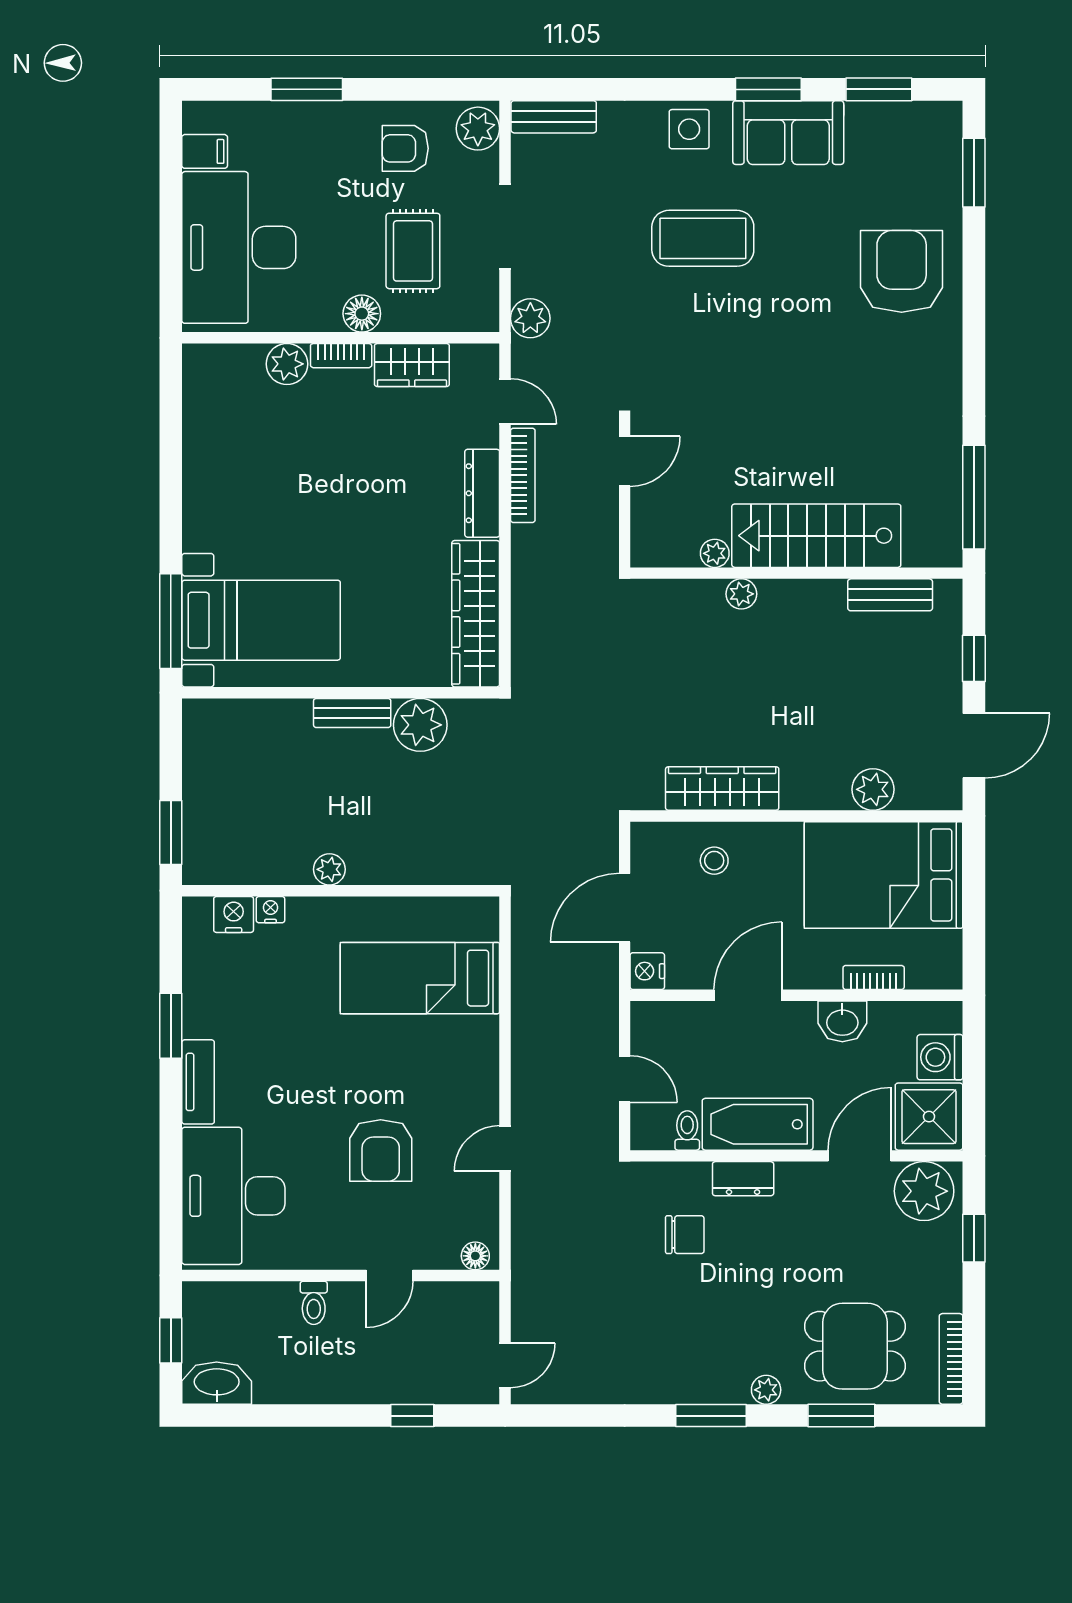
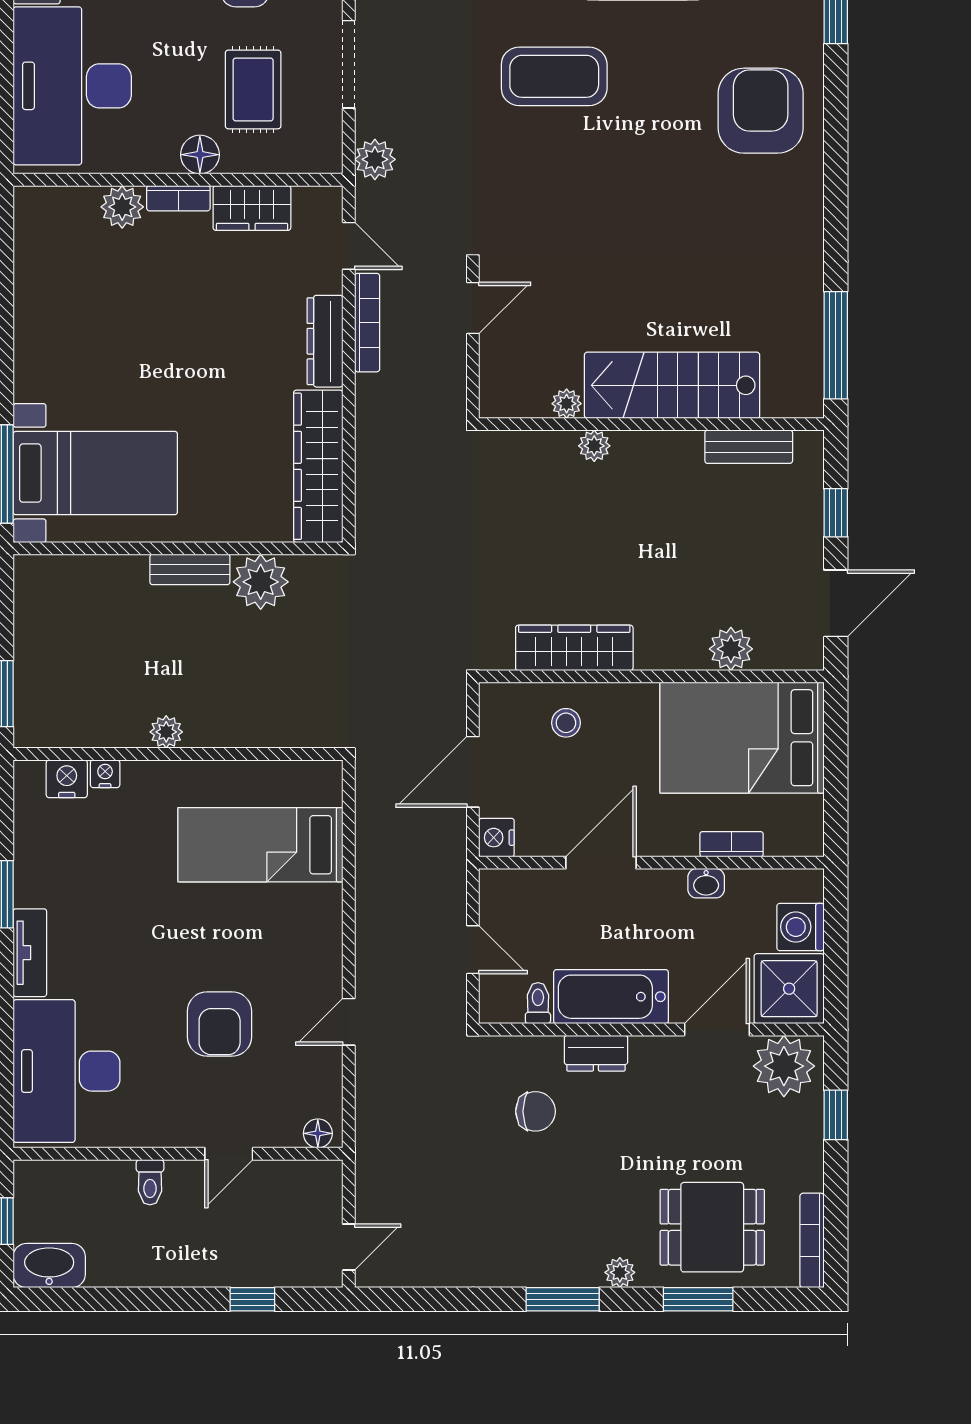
washbasin: (842, 1021) -> (706, 883), width x0.72, depth x0.69

